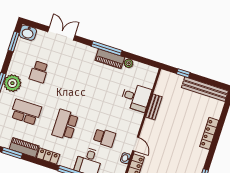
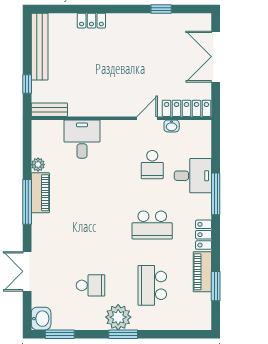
bench: (154, 107) -> (49, 110), moved
locker: (209, 133) -> (91, 21), width x0.66
school desk: (104, 137) -> (152, 165), turned 180

